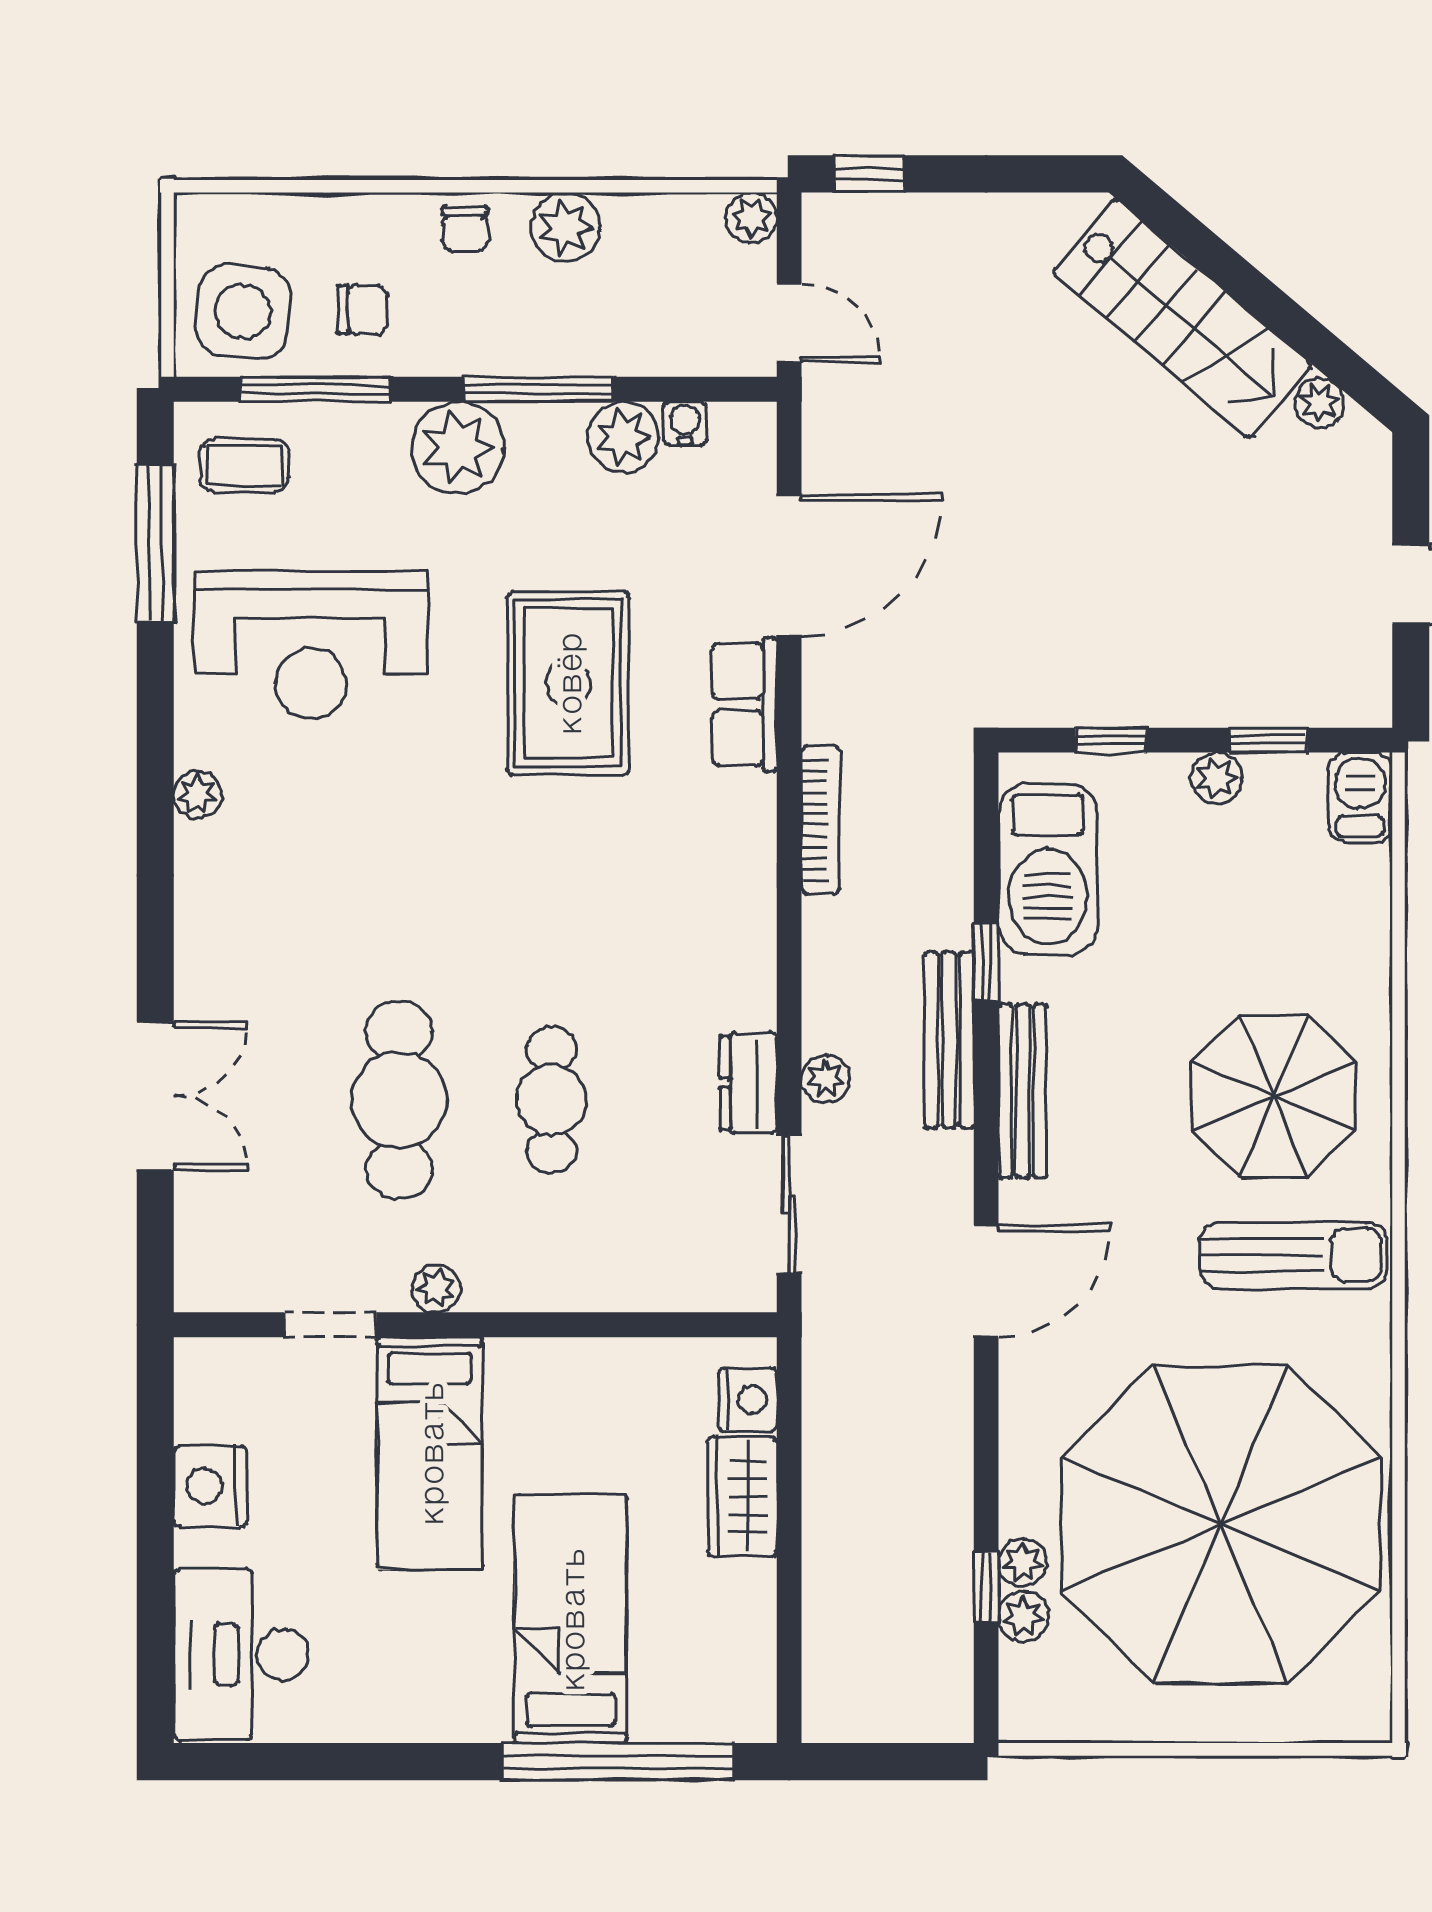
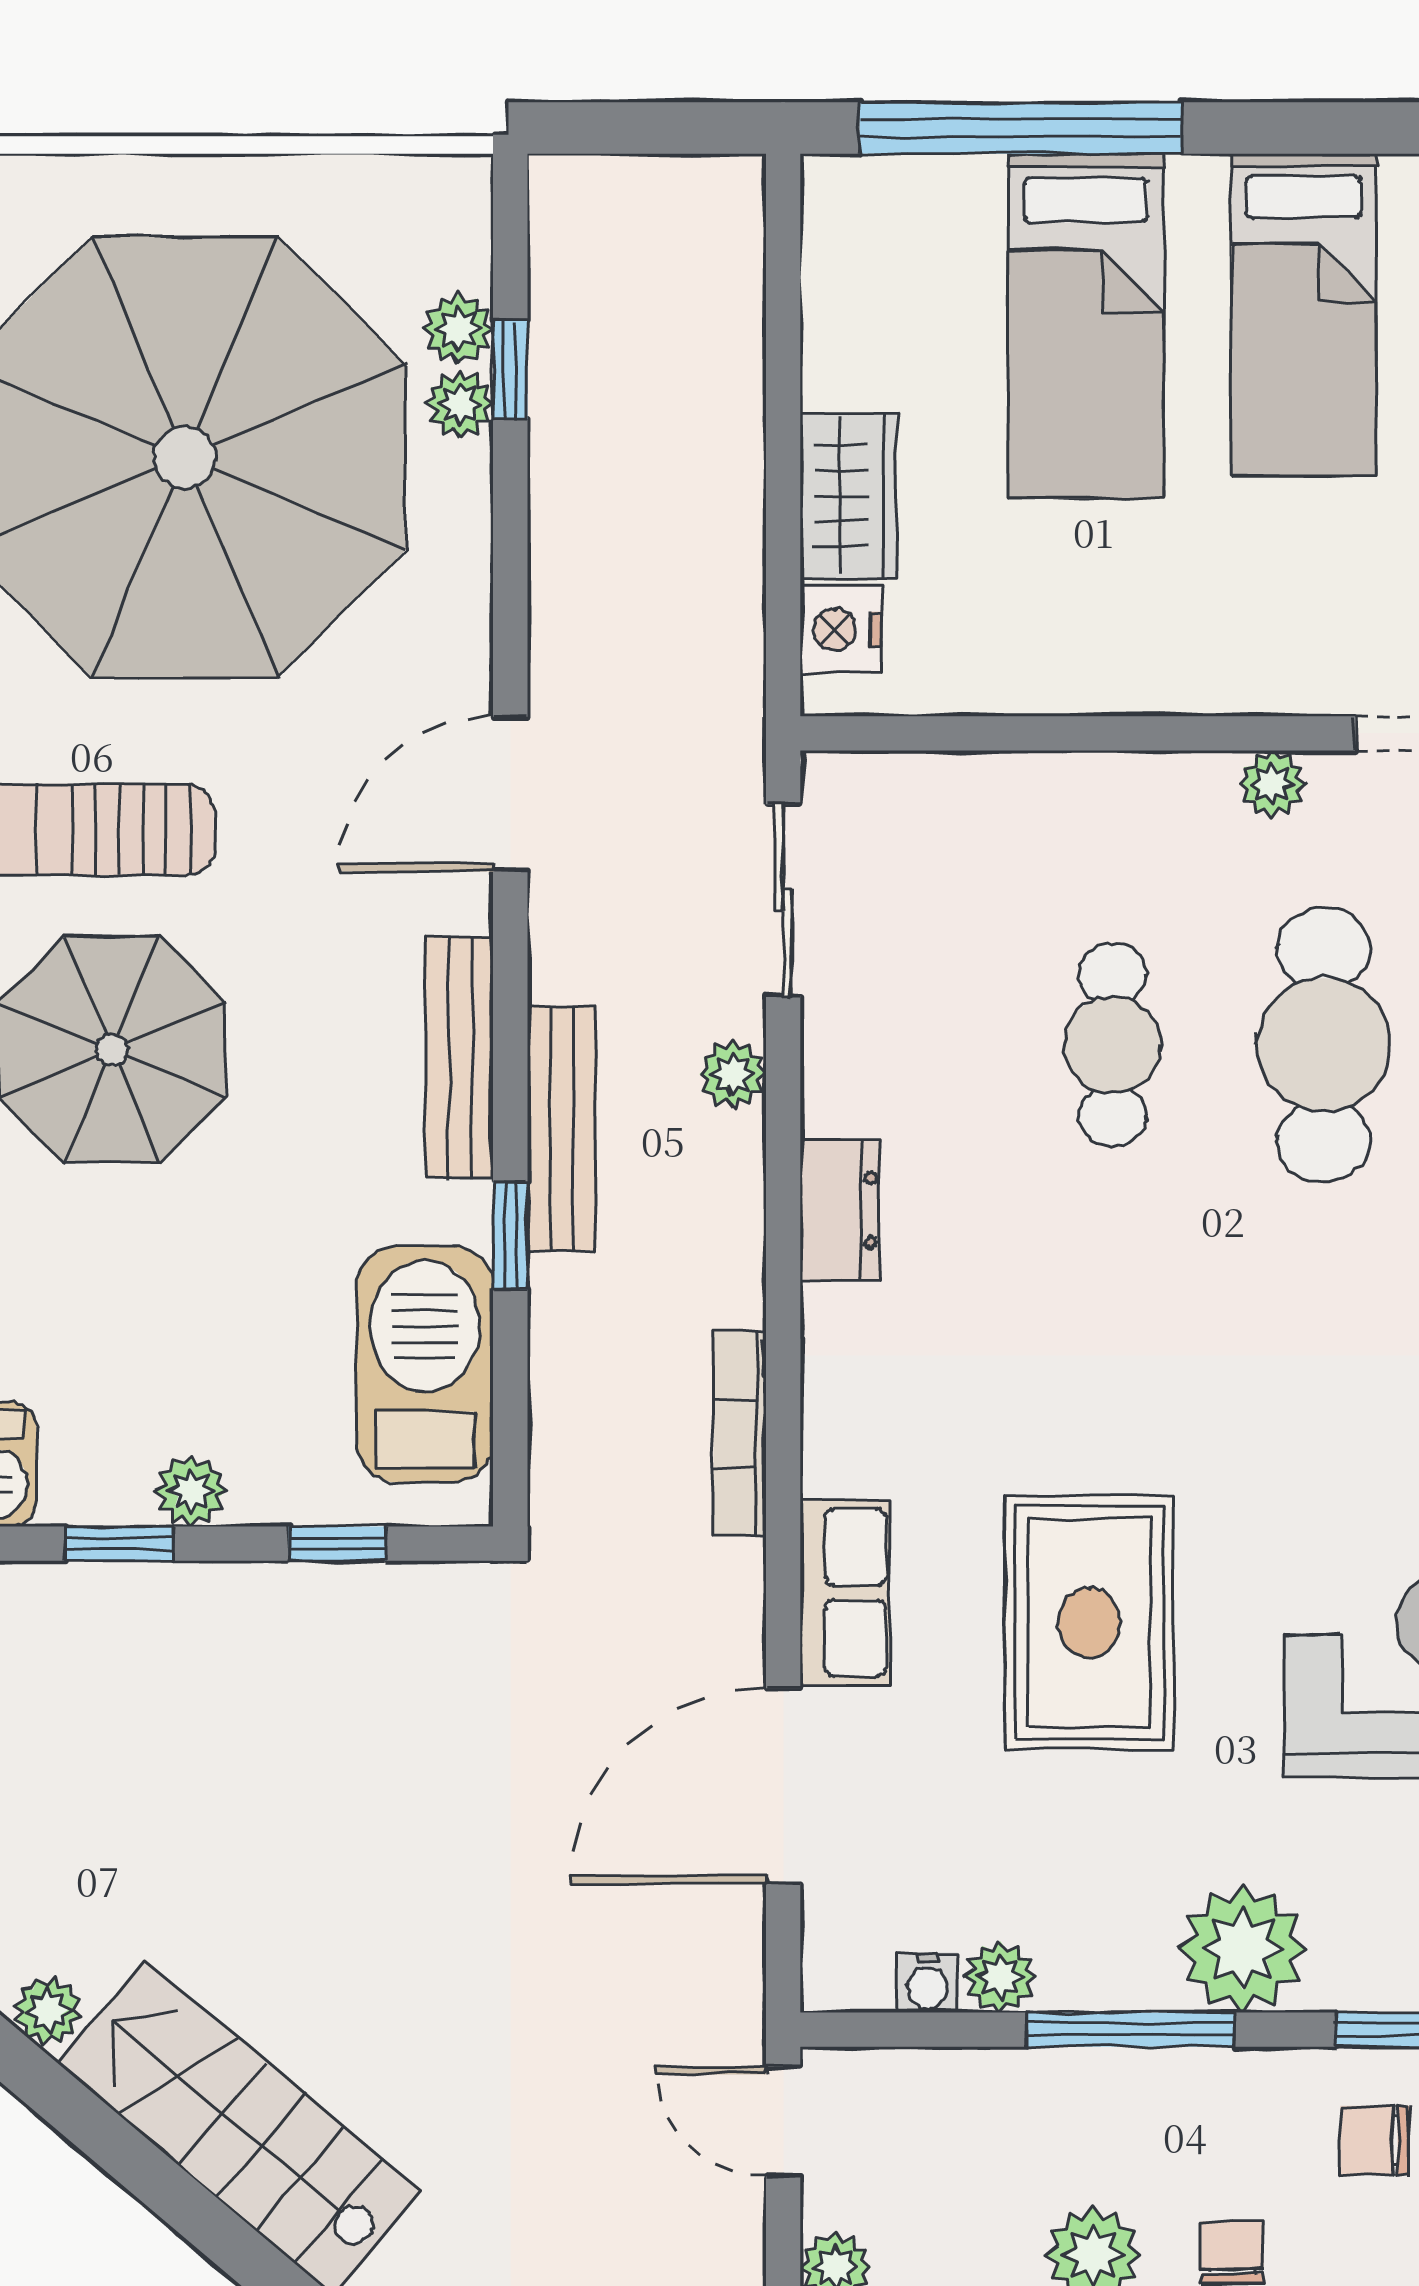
plant: (623, 437) -> (1000, 1977), width x0.73, depth x0.73
dresser: (748, 1083) -> (840, 1210), moved
bed: (430, 1453) -> (1304, 315), moved, turned 180

